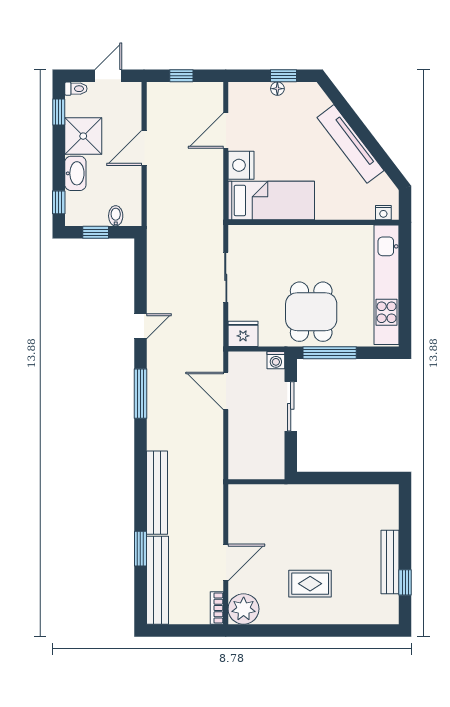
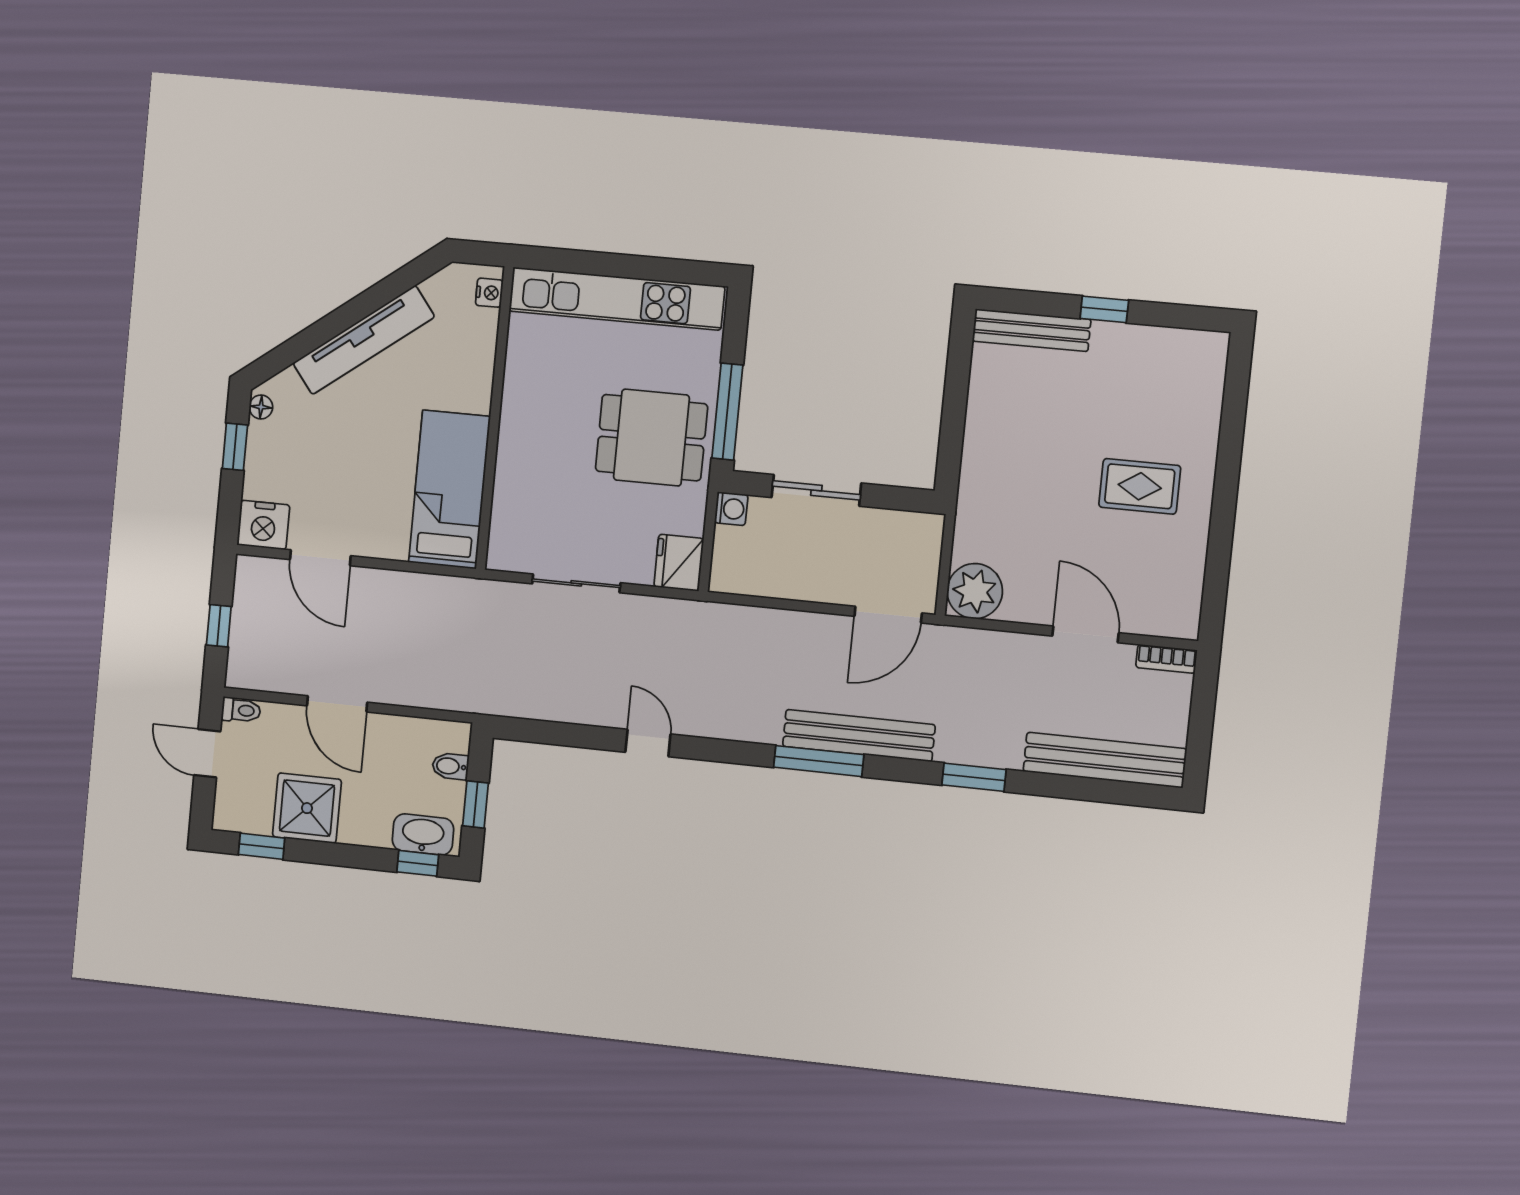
toilet: (76, 89) -> (241, 710), moved, turned 90
floor lamp: (277, 89) -> (261, 407), moved
nightstand: (241, 165) -> (263, 525), moved
washbasin: (75, 173) -> (423, 834), moved
door: (226, 391) -> (888, 615), moved
window: (140, 394) -> (819, 761), moved
bench: (157, 493) -> (859, 736), moved
window: (140, 549) -> (974, 777), moved
bench: (390, 562) -> (1032, 330), moved
window: (405, 582) -> (1104, 309), moved
rug: (310, 584) -> (1140, 486), turned 90
plant: (244, 609) -> (975, 591), moved

